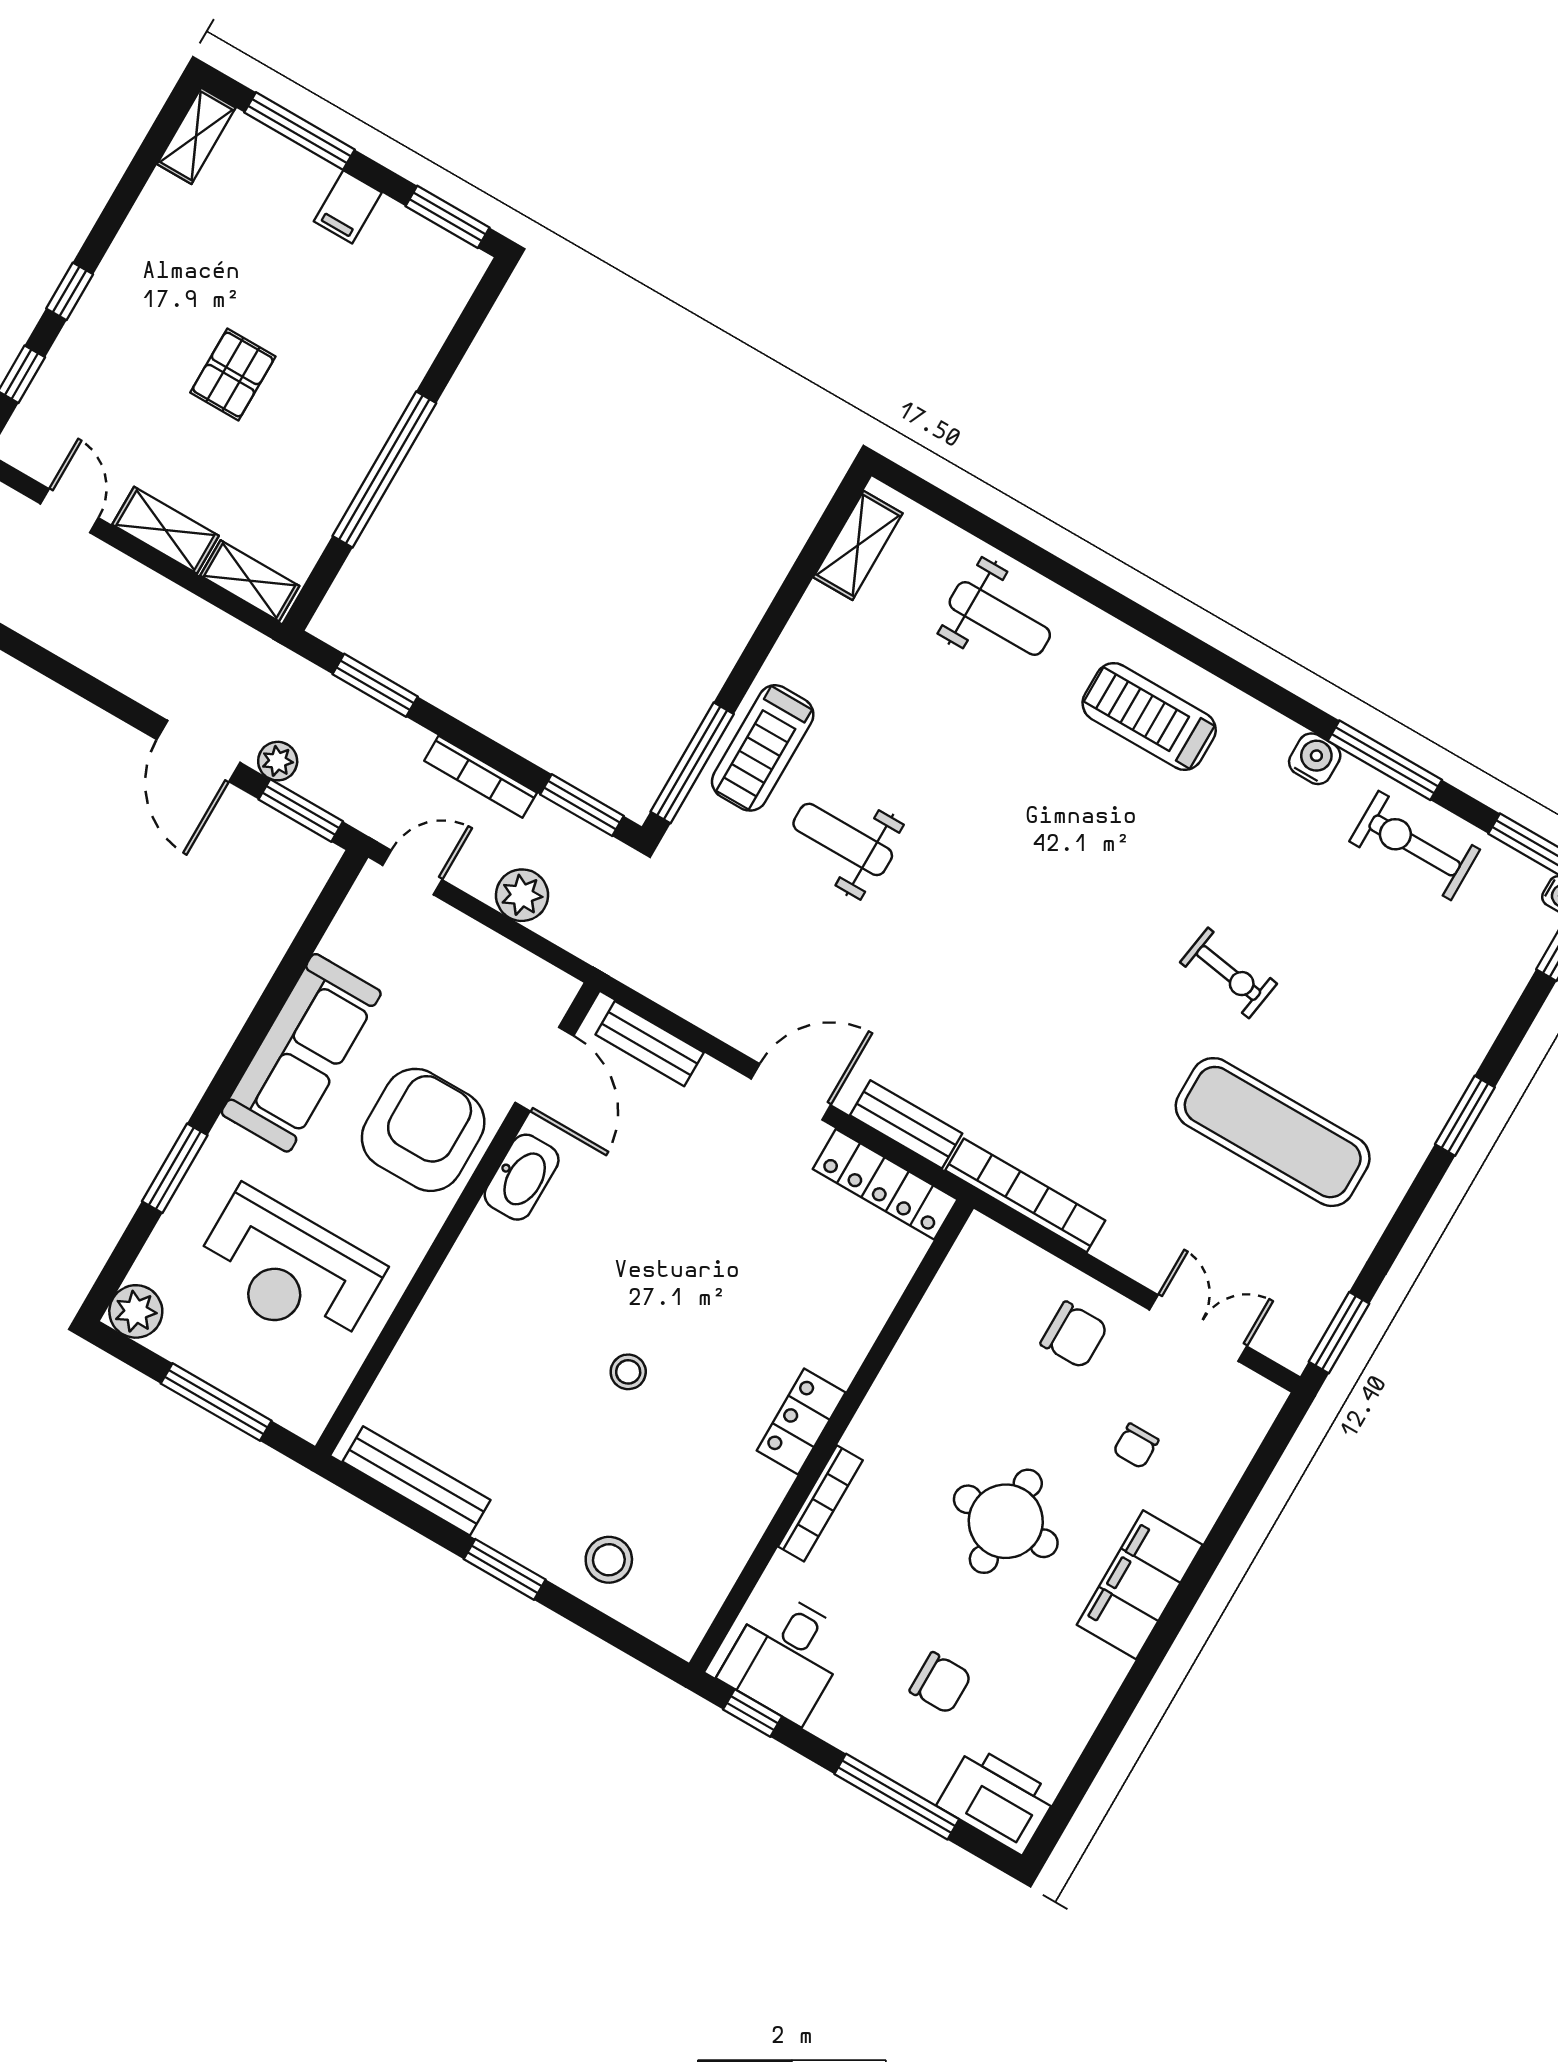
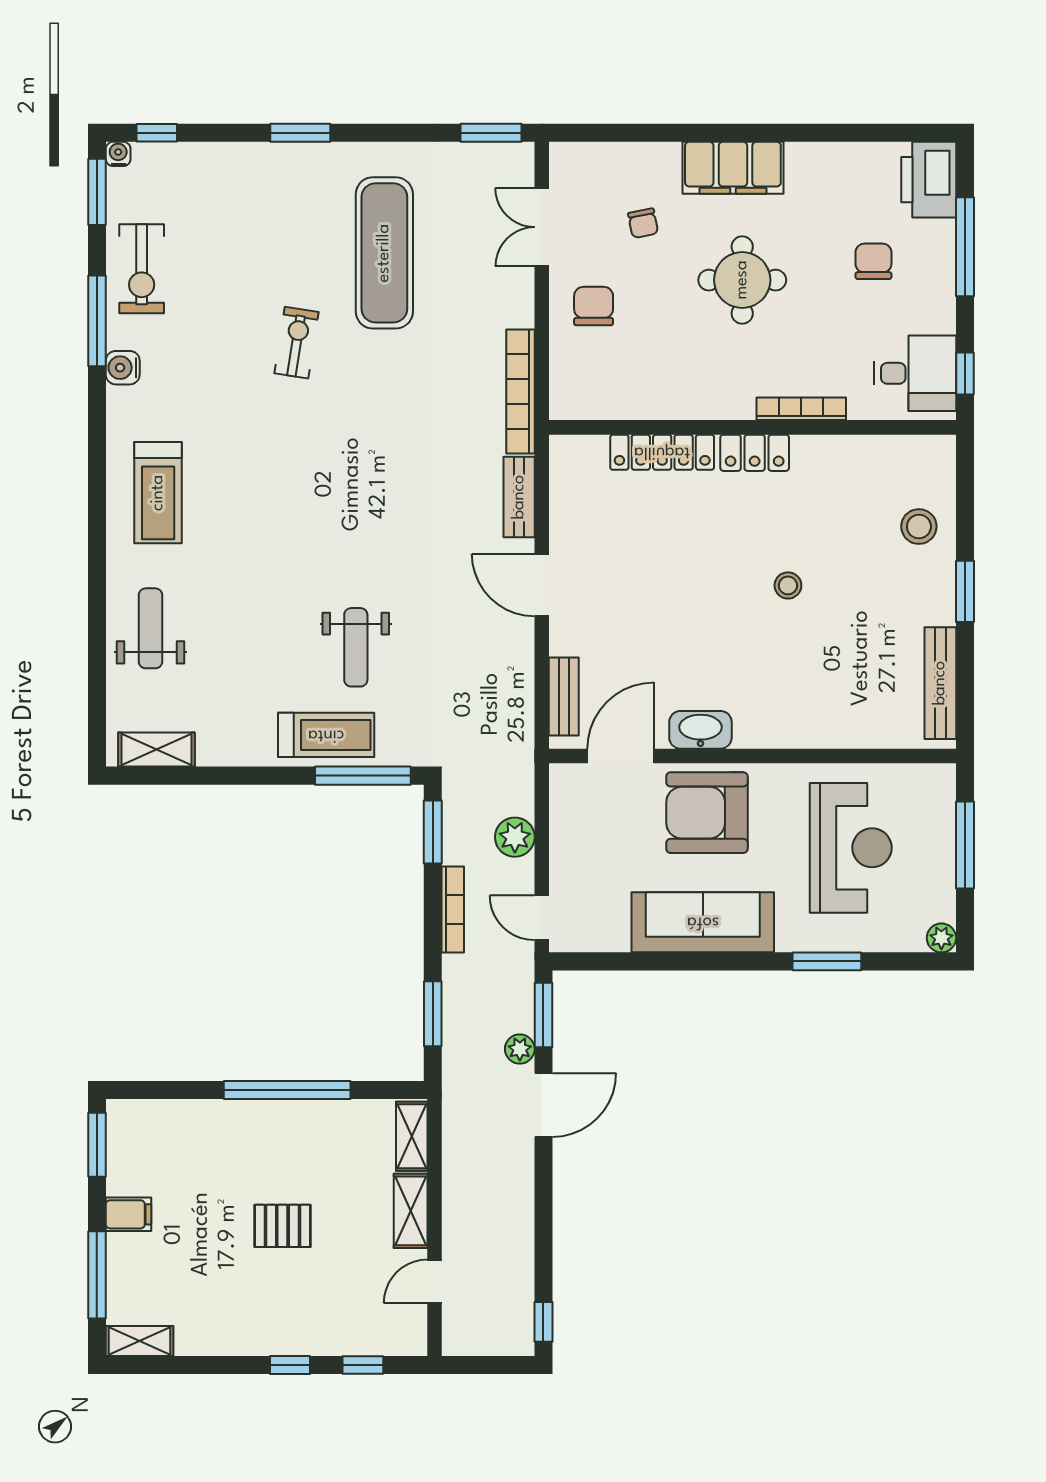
locker: (885, 1184) -> (662, 452), moved, turned 90
plant: (136, 1311) -> (941, 938), width x0.73, depth x0.73
chair: (1136, 1446) -> (643, 223), turned 79

